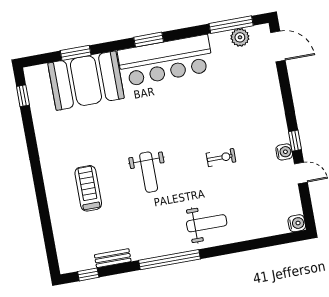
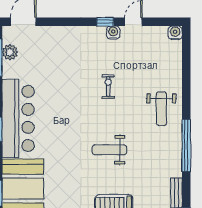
weight bench: (149, 172) -> (109, 150), turned 180
weight bench: (207, 223) -> (161, 109), turned 180

